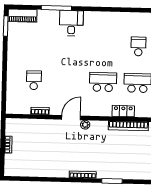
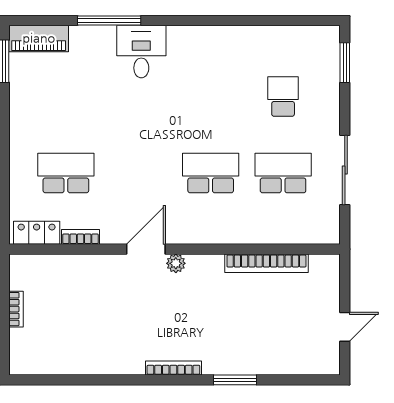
school desk: (34, 80) -> (66, 173), width x1.85
locker: (123, 111) -> (37, 233), moved

